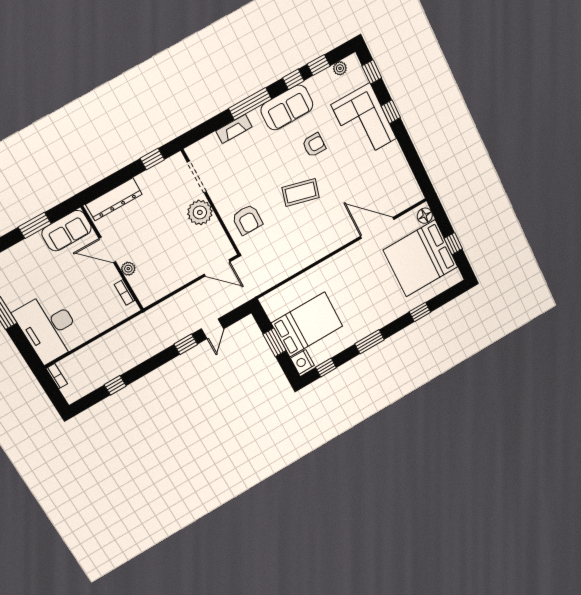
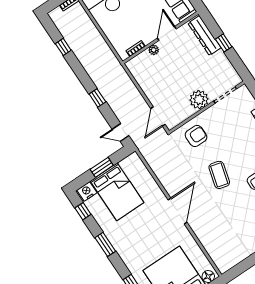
window: (152, 159) -> (224, 43), moved
armchair: (247, 220) -> (196, 136), turned 180
door: (377, 228) -> (177, 211), moved
door: (212, 329) -> (121, 132), moved

